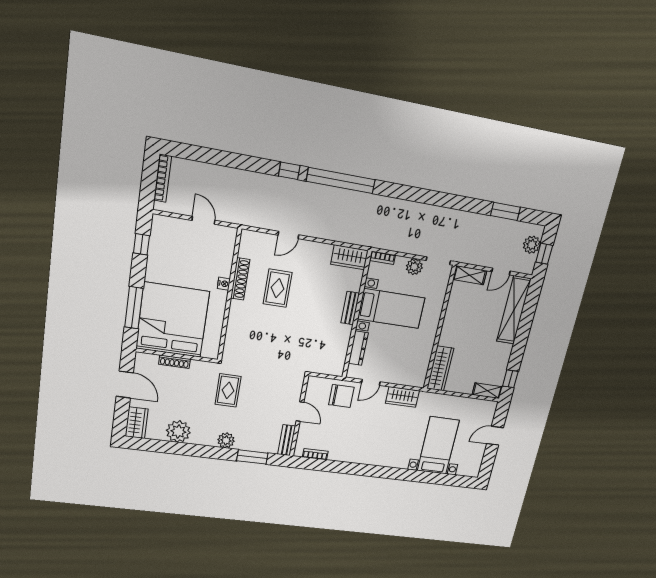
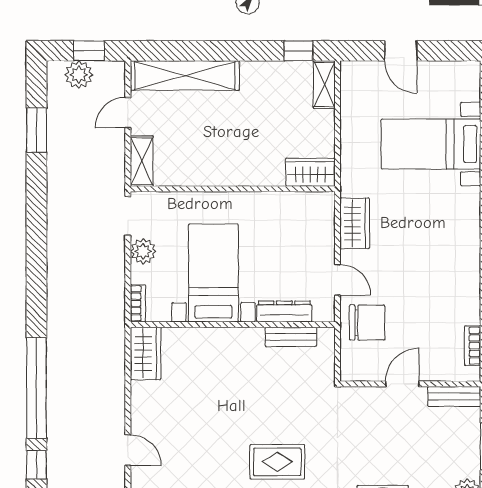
door: (501, 271) -> (128, 113), swing flipped
rug: (278, 288) -> (277, 462), moved
bench: (350, 308) -> (291, 337), moved
wardrobe: (440, 368) -> (310, 172), width x0.67
chair: (341, 396) -> (367, 323), turned 90

